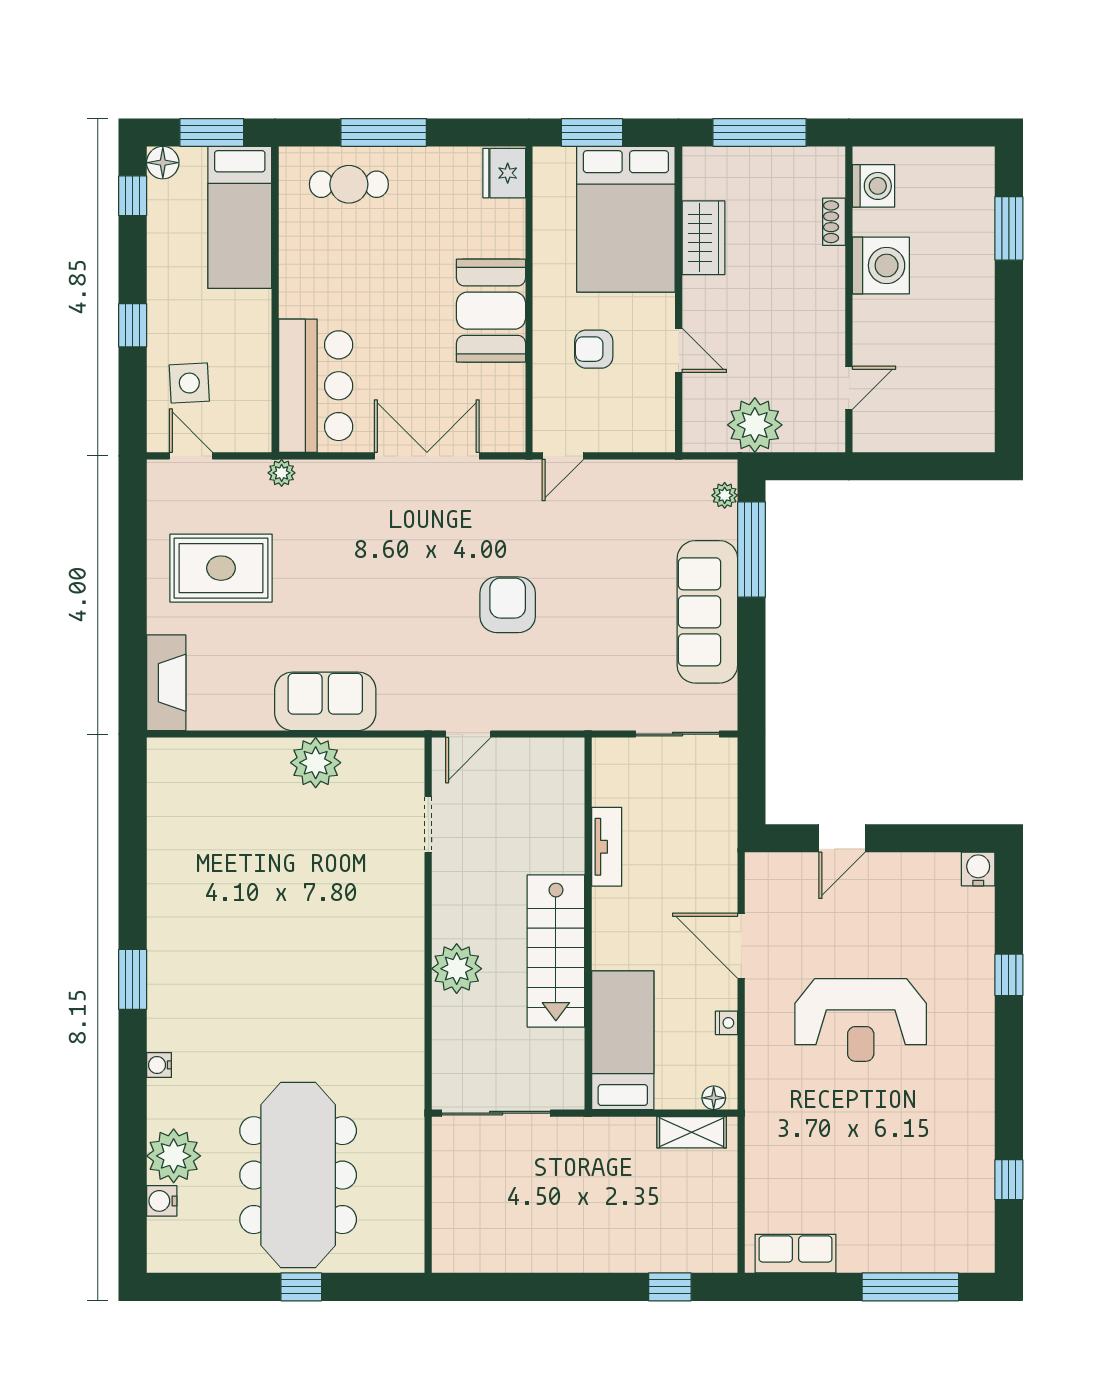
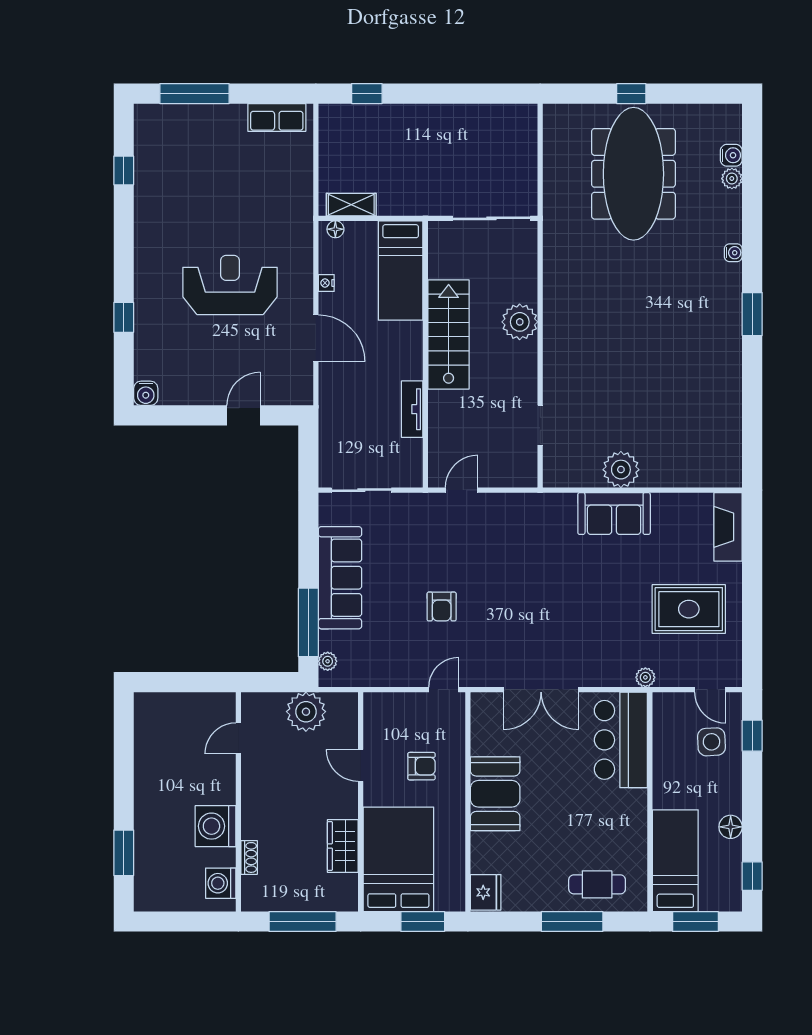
floor lamp: (163, 163) -> (731, 827), moved
window: (133, 325) -> (752, 736), moved
armchair: (508, 605) -> (442, 607), moved, width x0.72, depth x0.72
door: (468, 734) -> (462, 490), moved
plant: (174, 1156) -> (732, 179), width x0.53, depth x0.53

